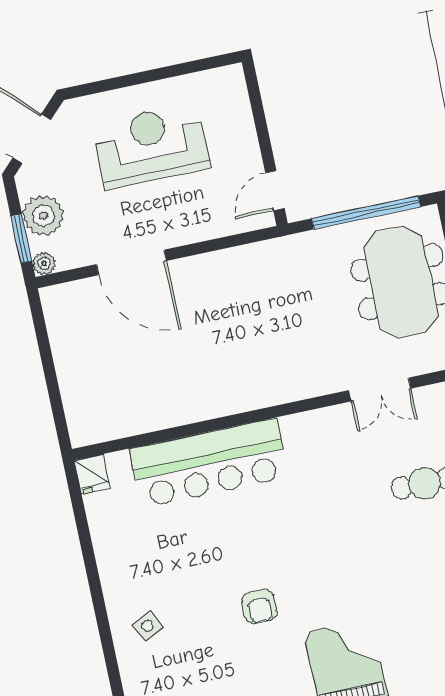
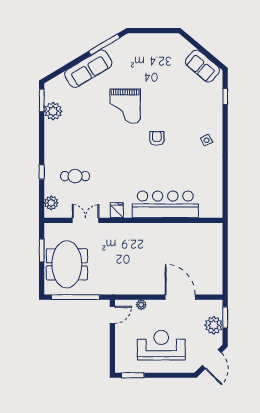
window: (201, 65) -> (133, 375), added
reception desk: (151, 146) -> (161, 345), turned 180
plant: (44, 263) -> (141, 305), moved
fridge: (92, 474) -> (117, 210), moved

